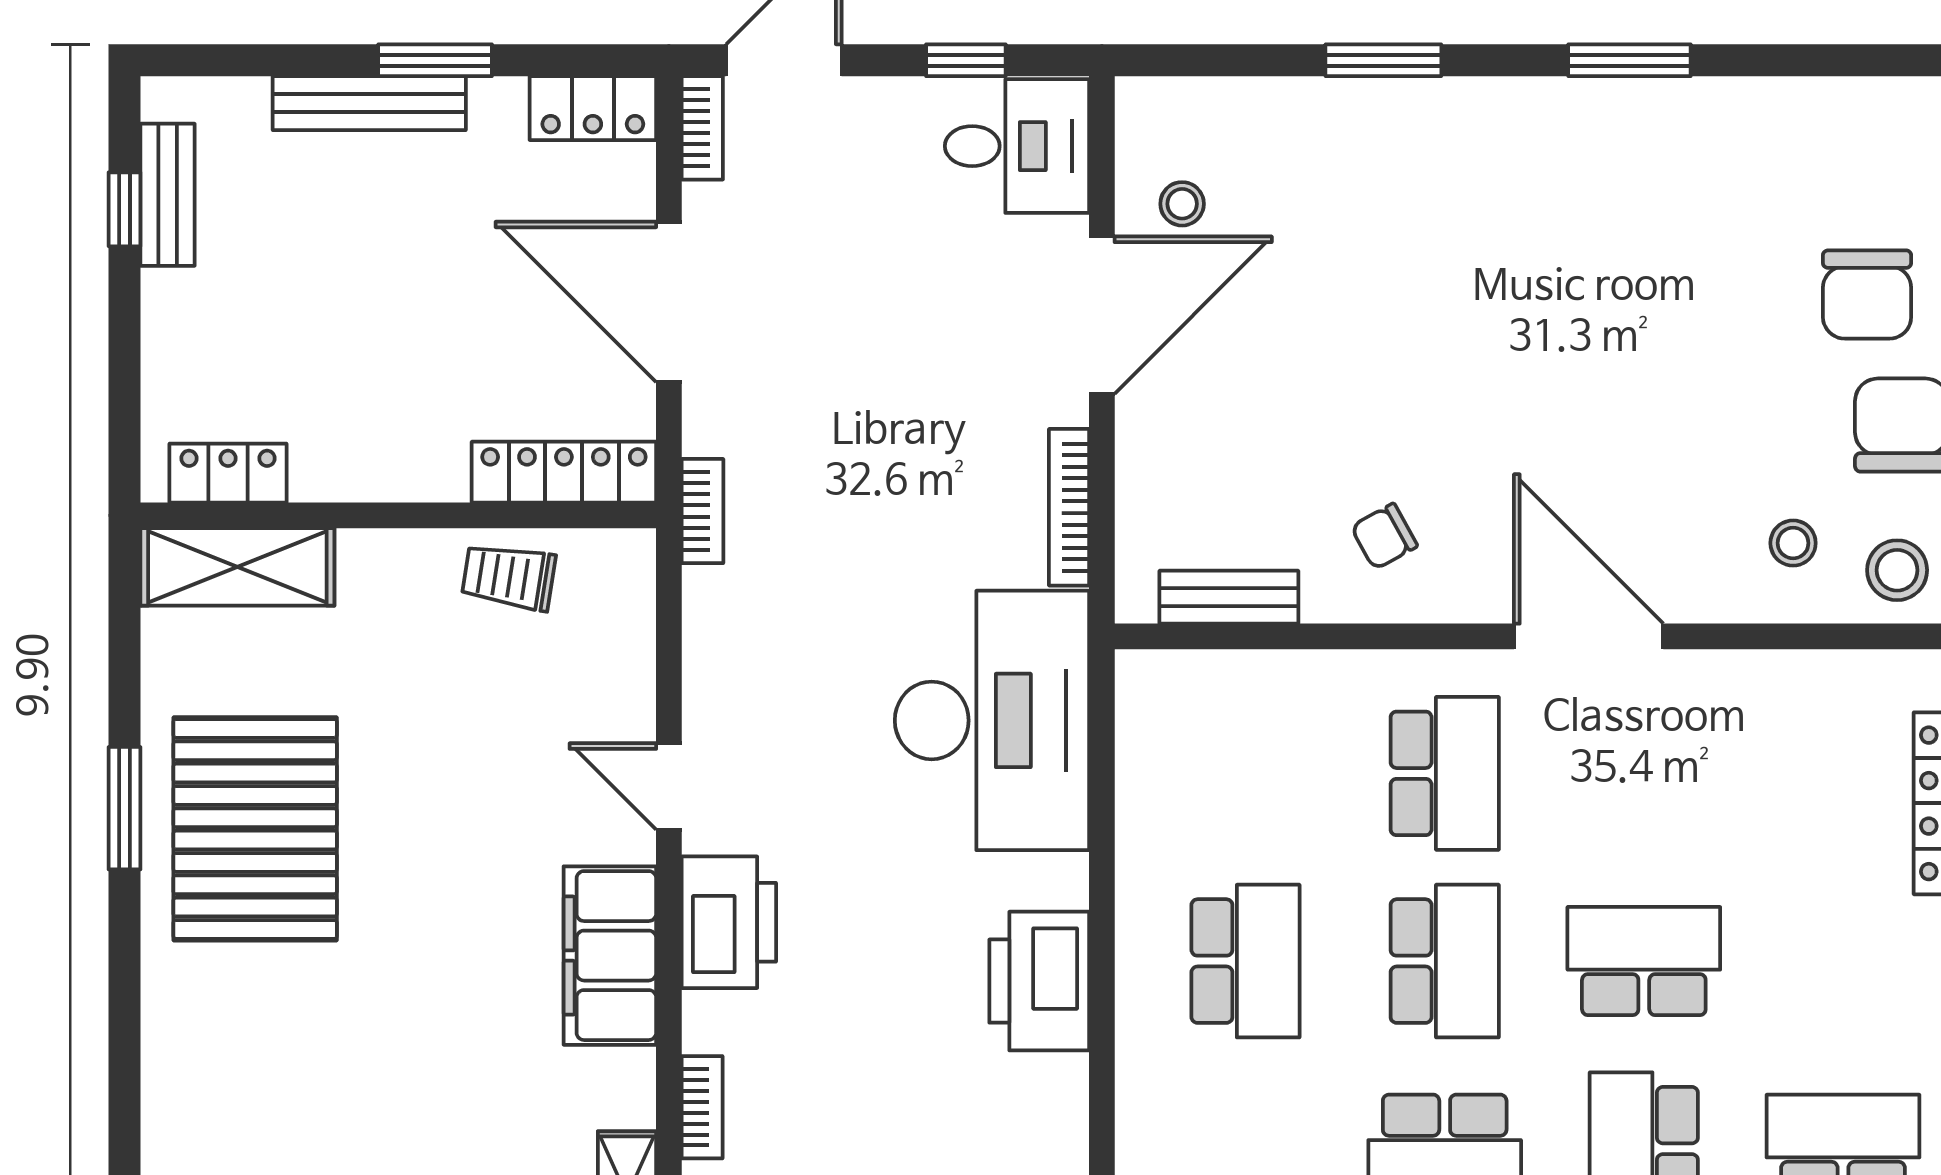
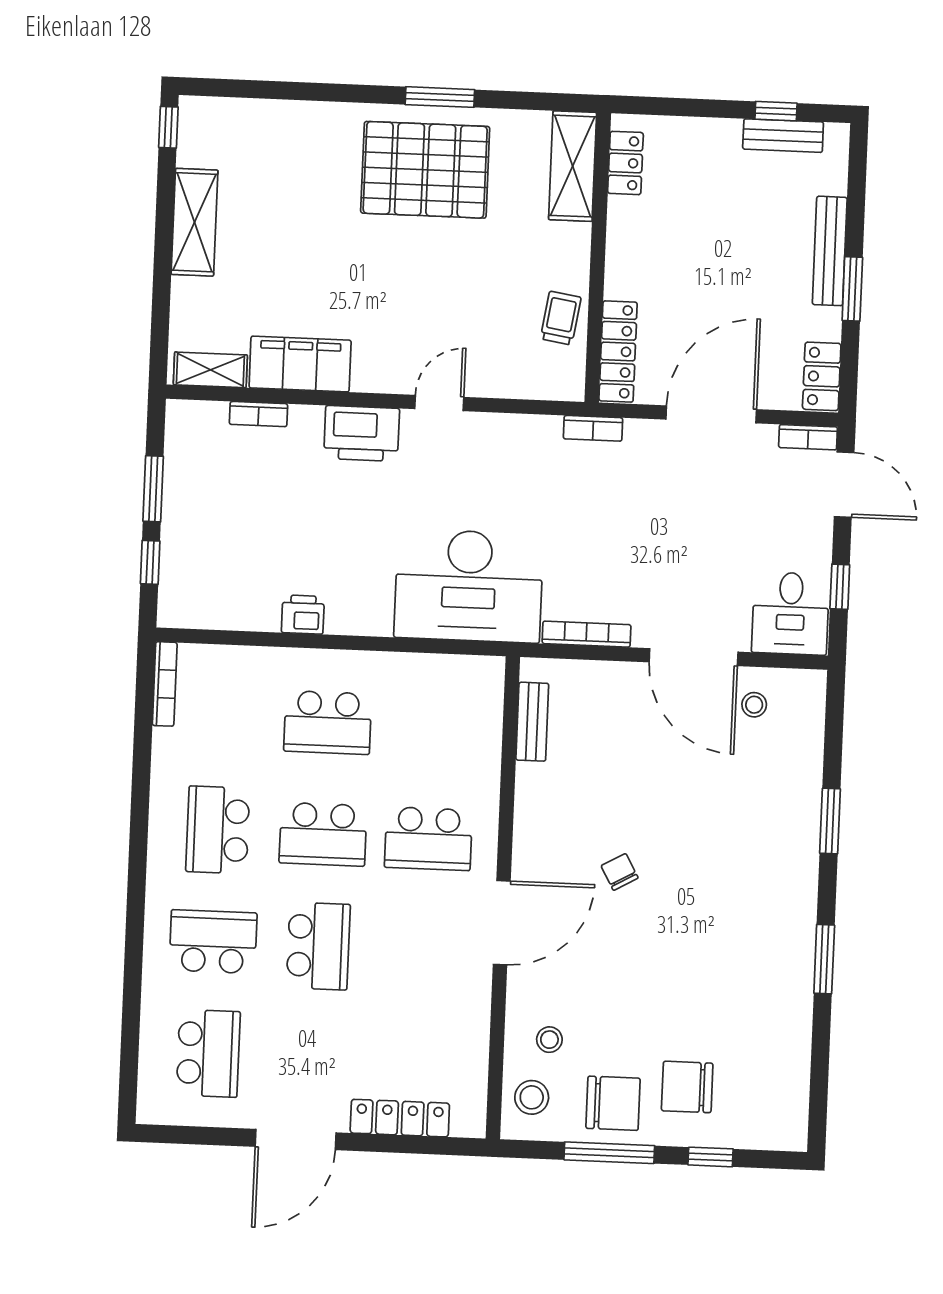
chair: (1384, 536) -> (620, 872), moved
filing cabinet: (610, 956) -> (300, 364), moved
printer: (1039, 981) -> (303, 615), width x0.53, depth x0.68

